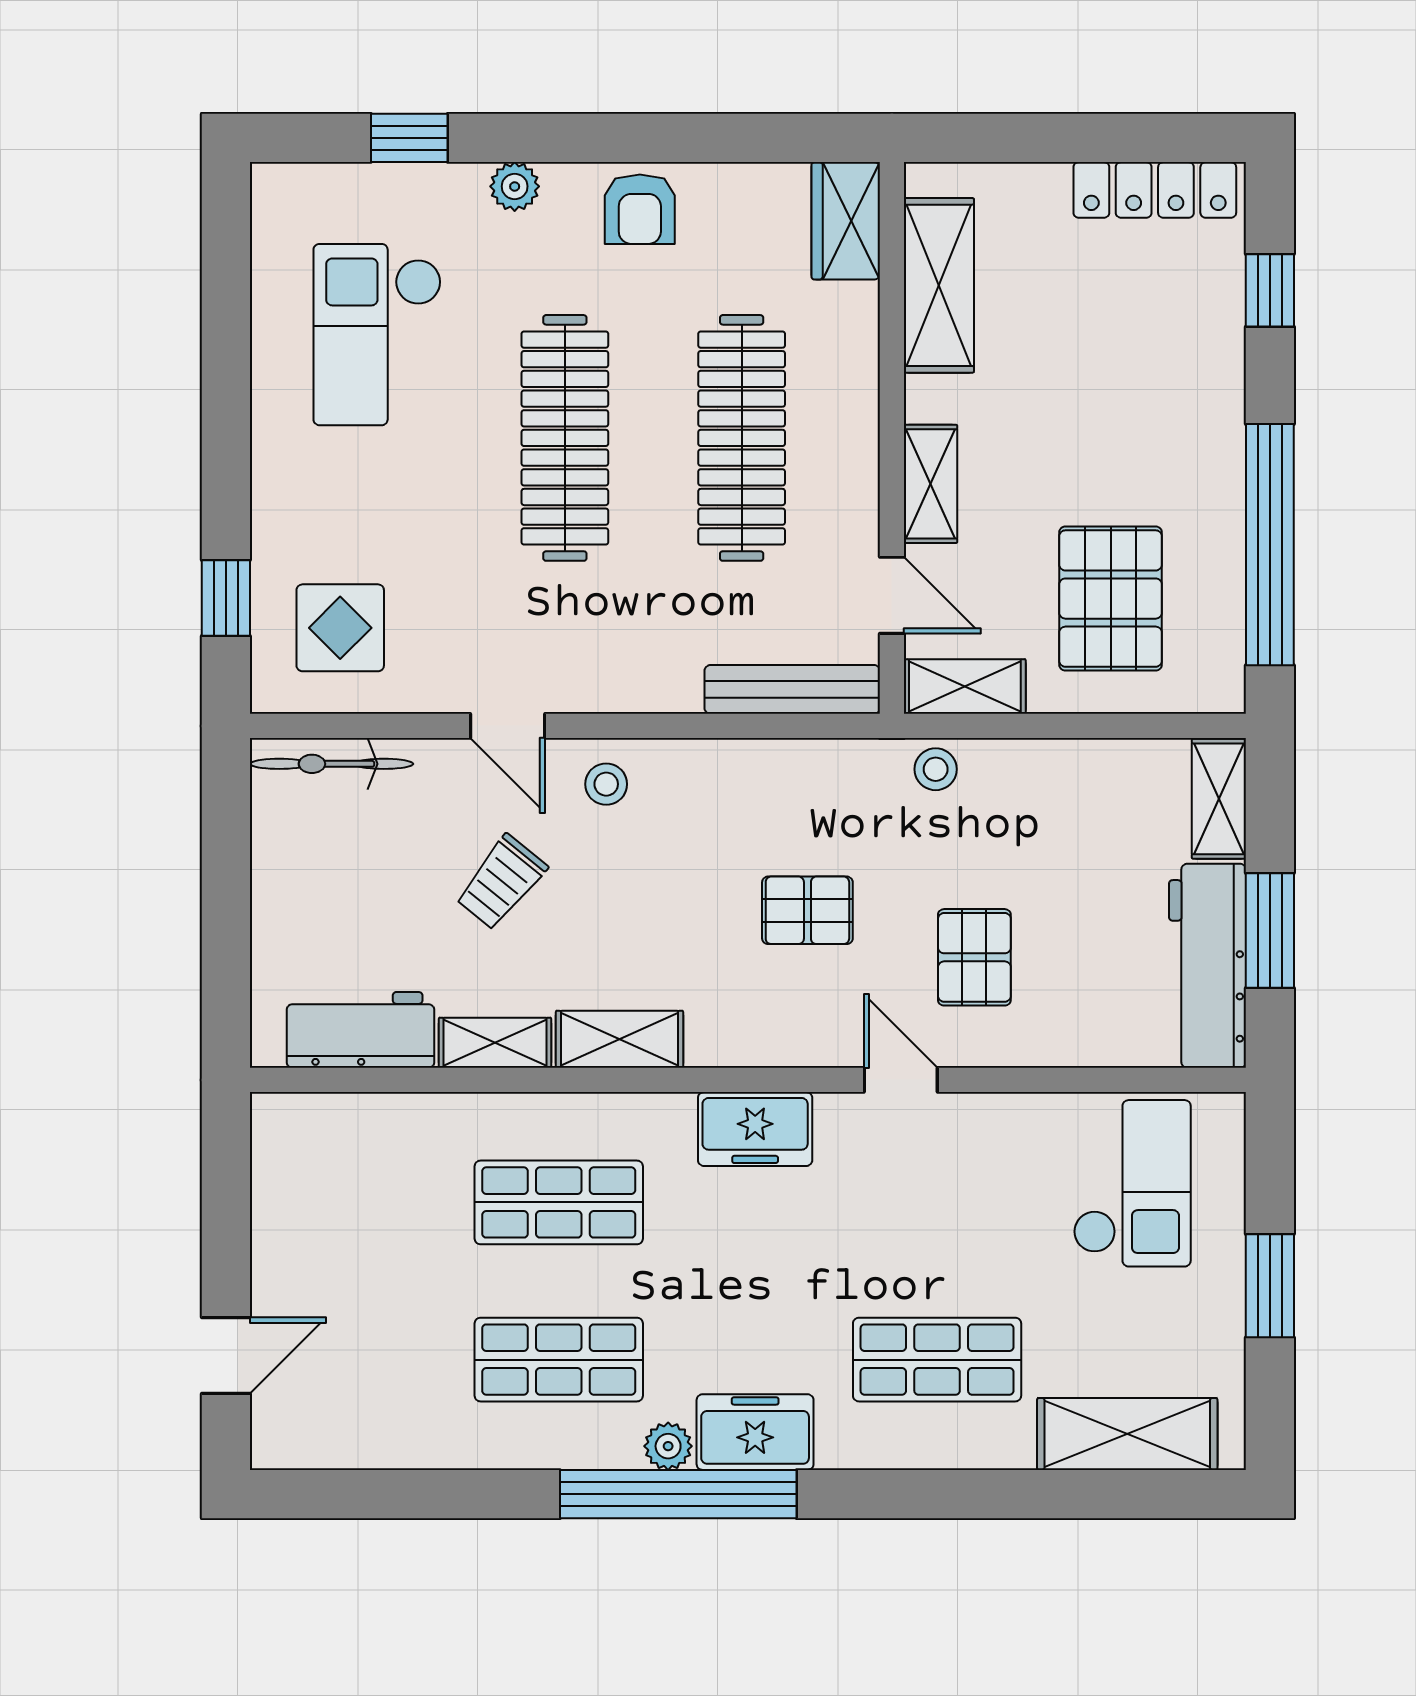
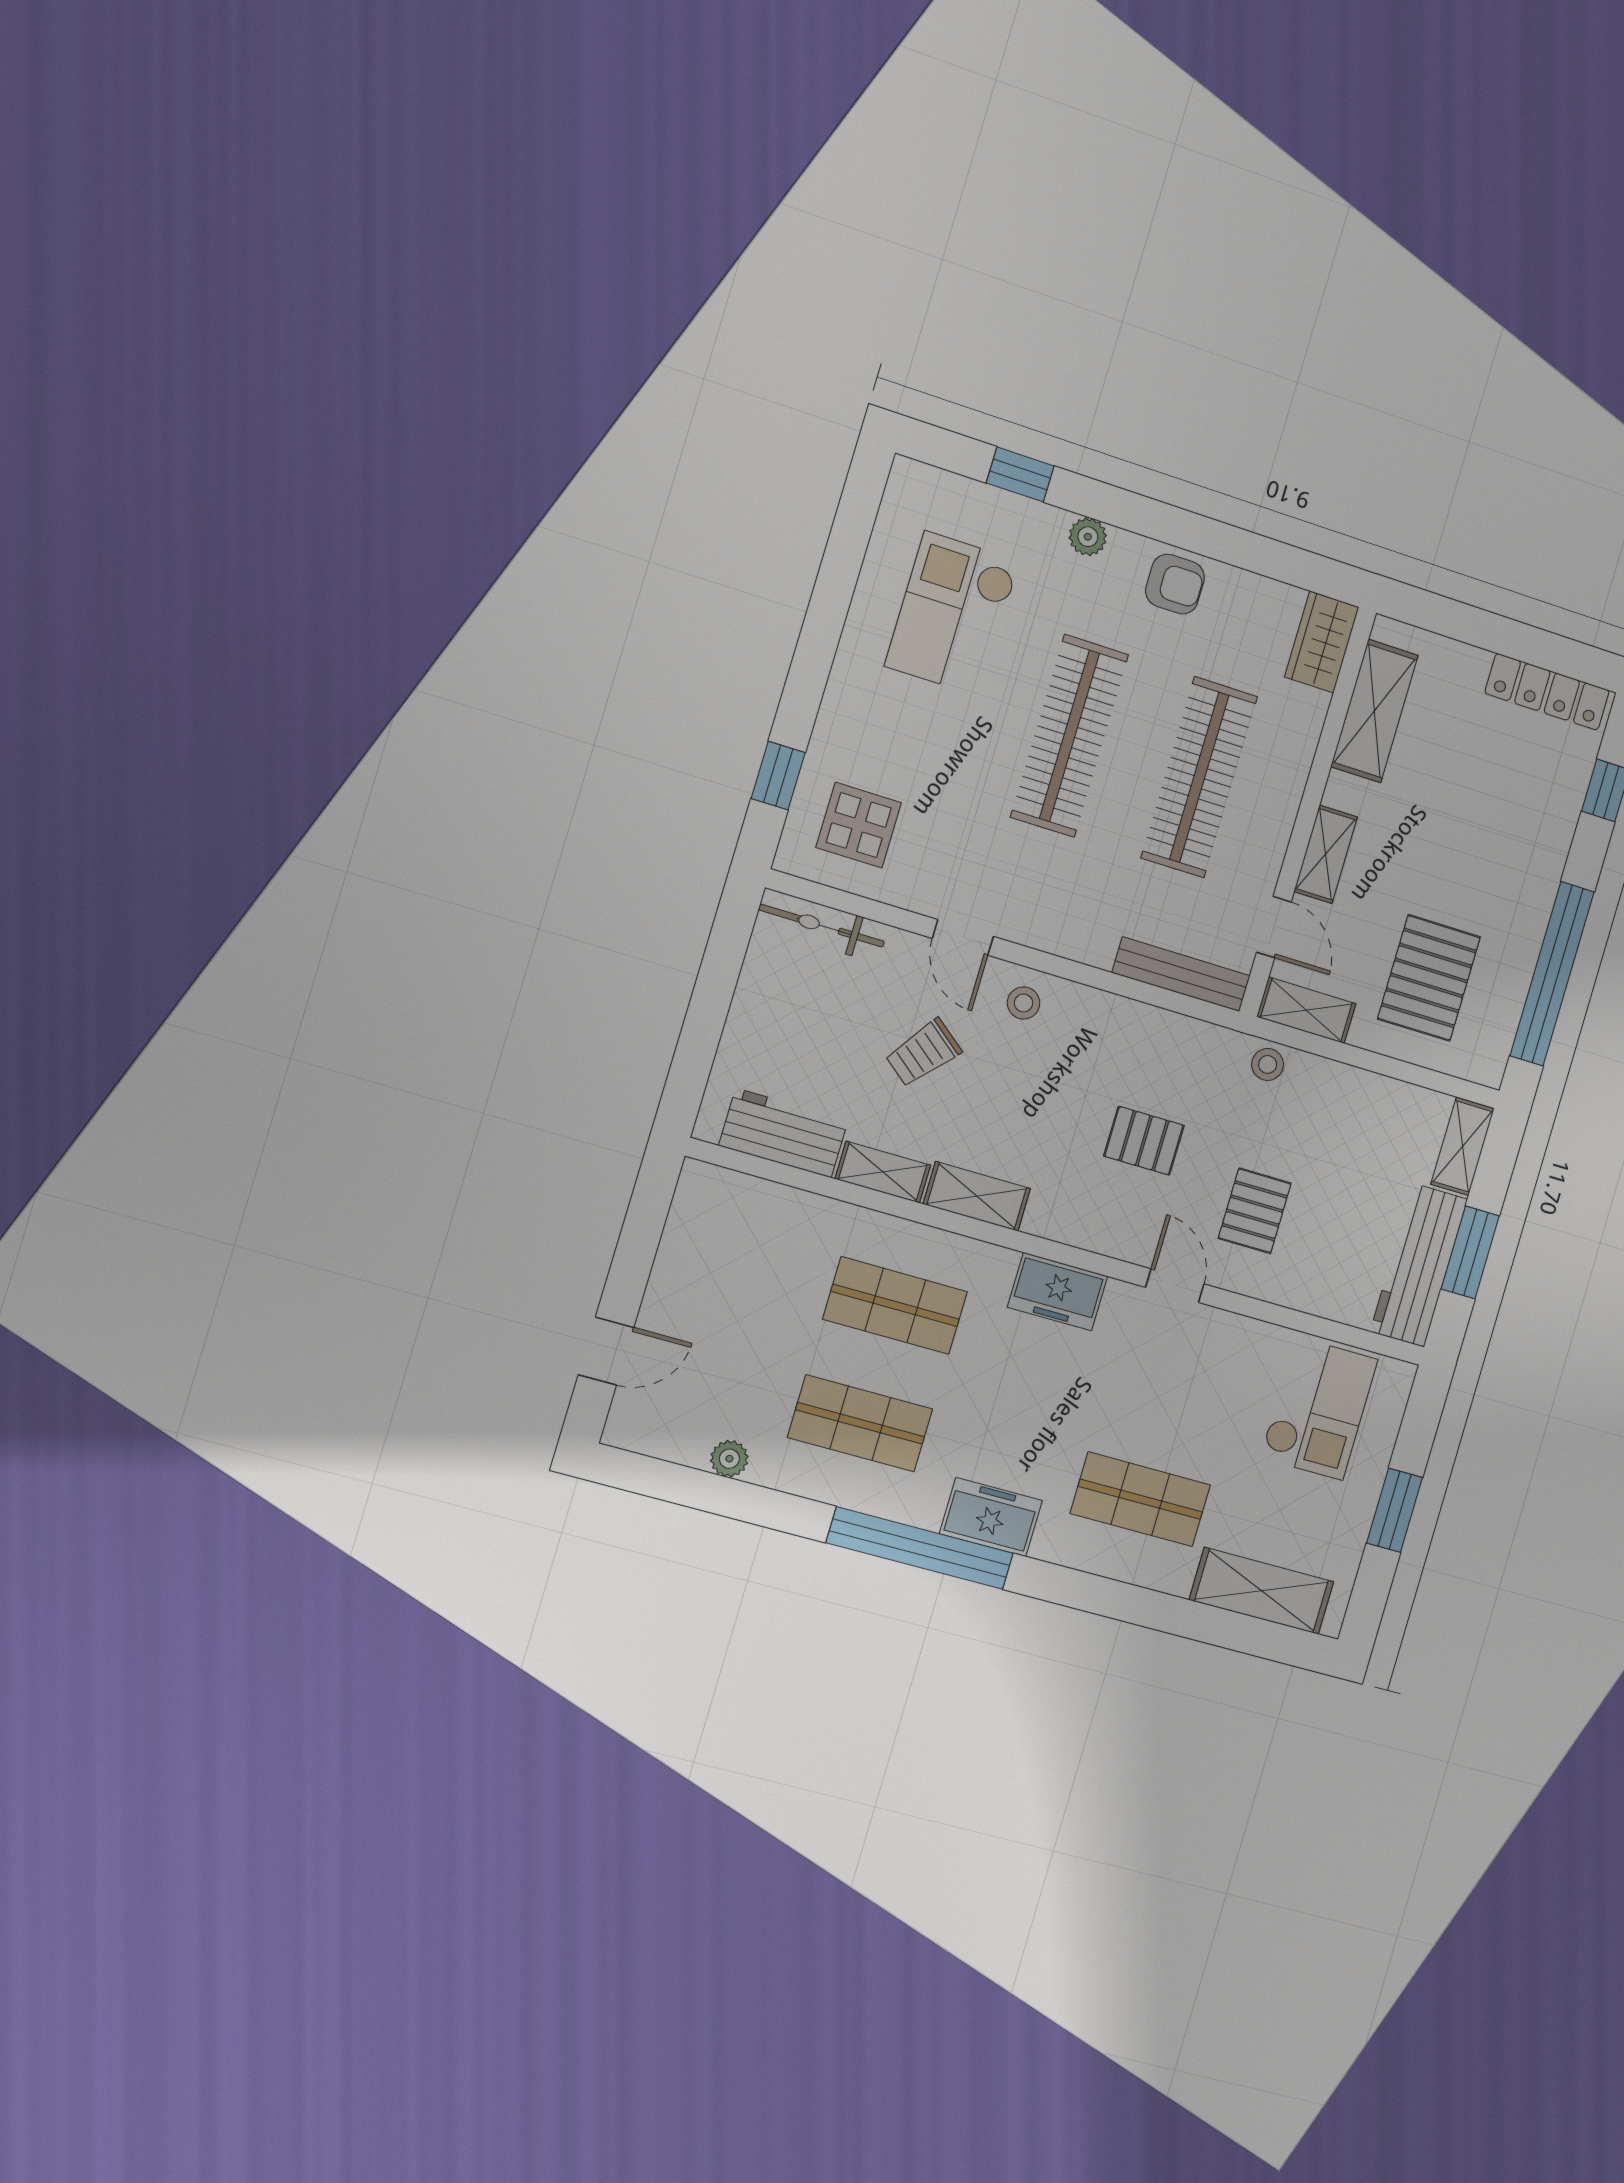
armchair: (640, 209) -> (1175, 584), turned -90
plant: (668, 1446) -> (729, 1459), moved

